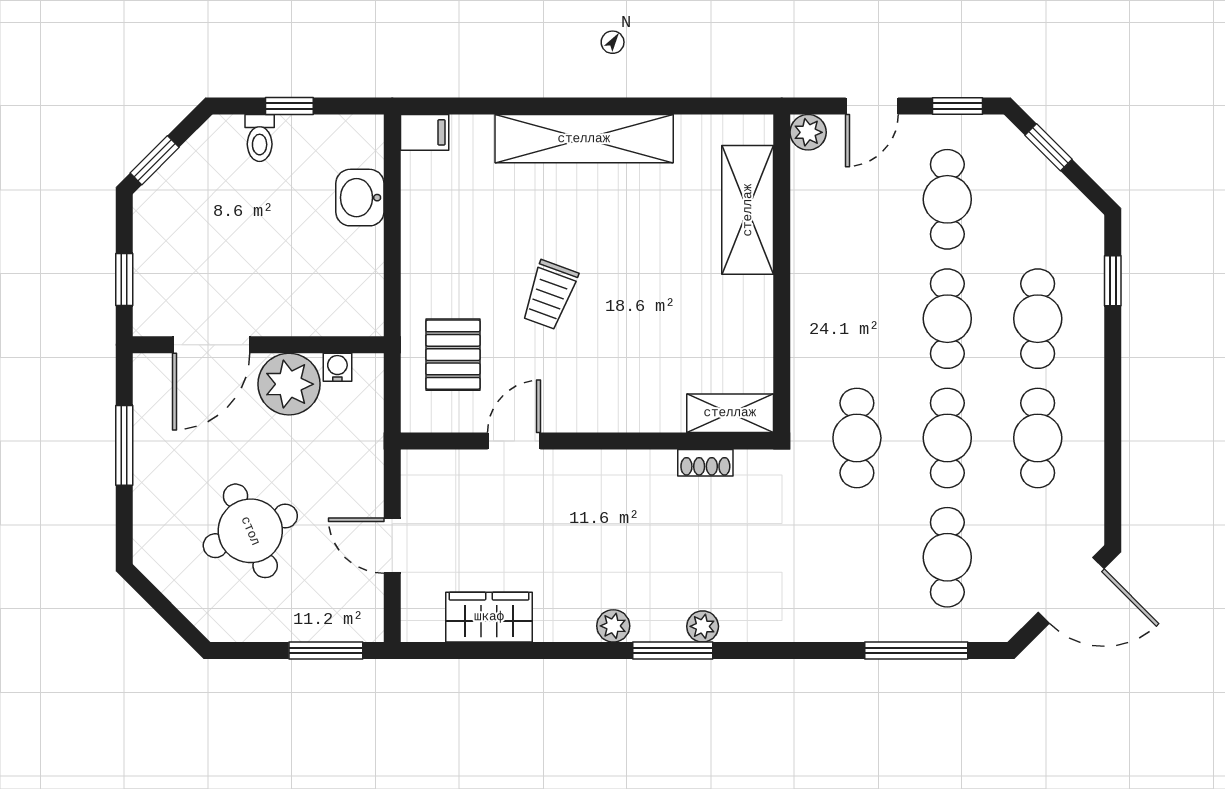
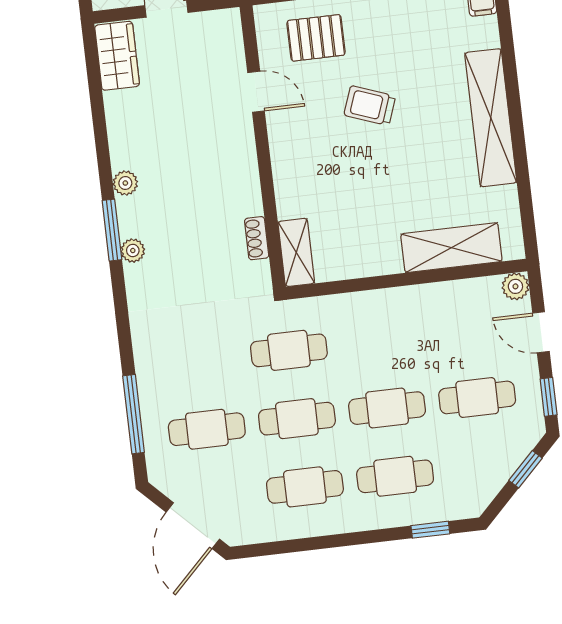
wardrobe: (489, 617) -> (117, 56), moved

